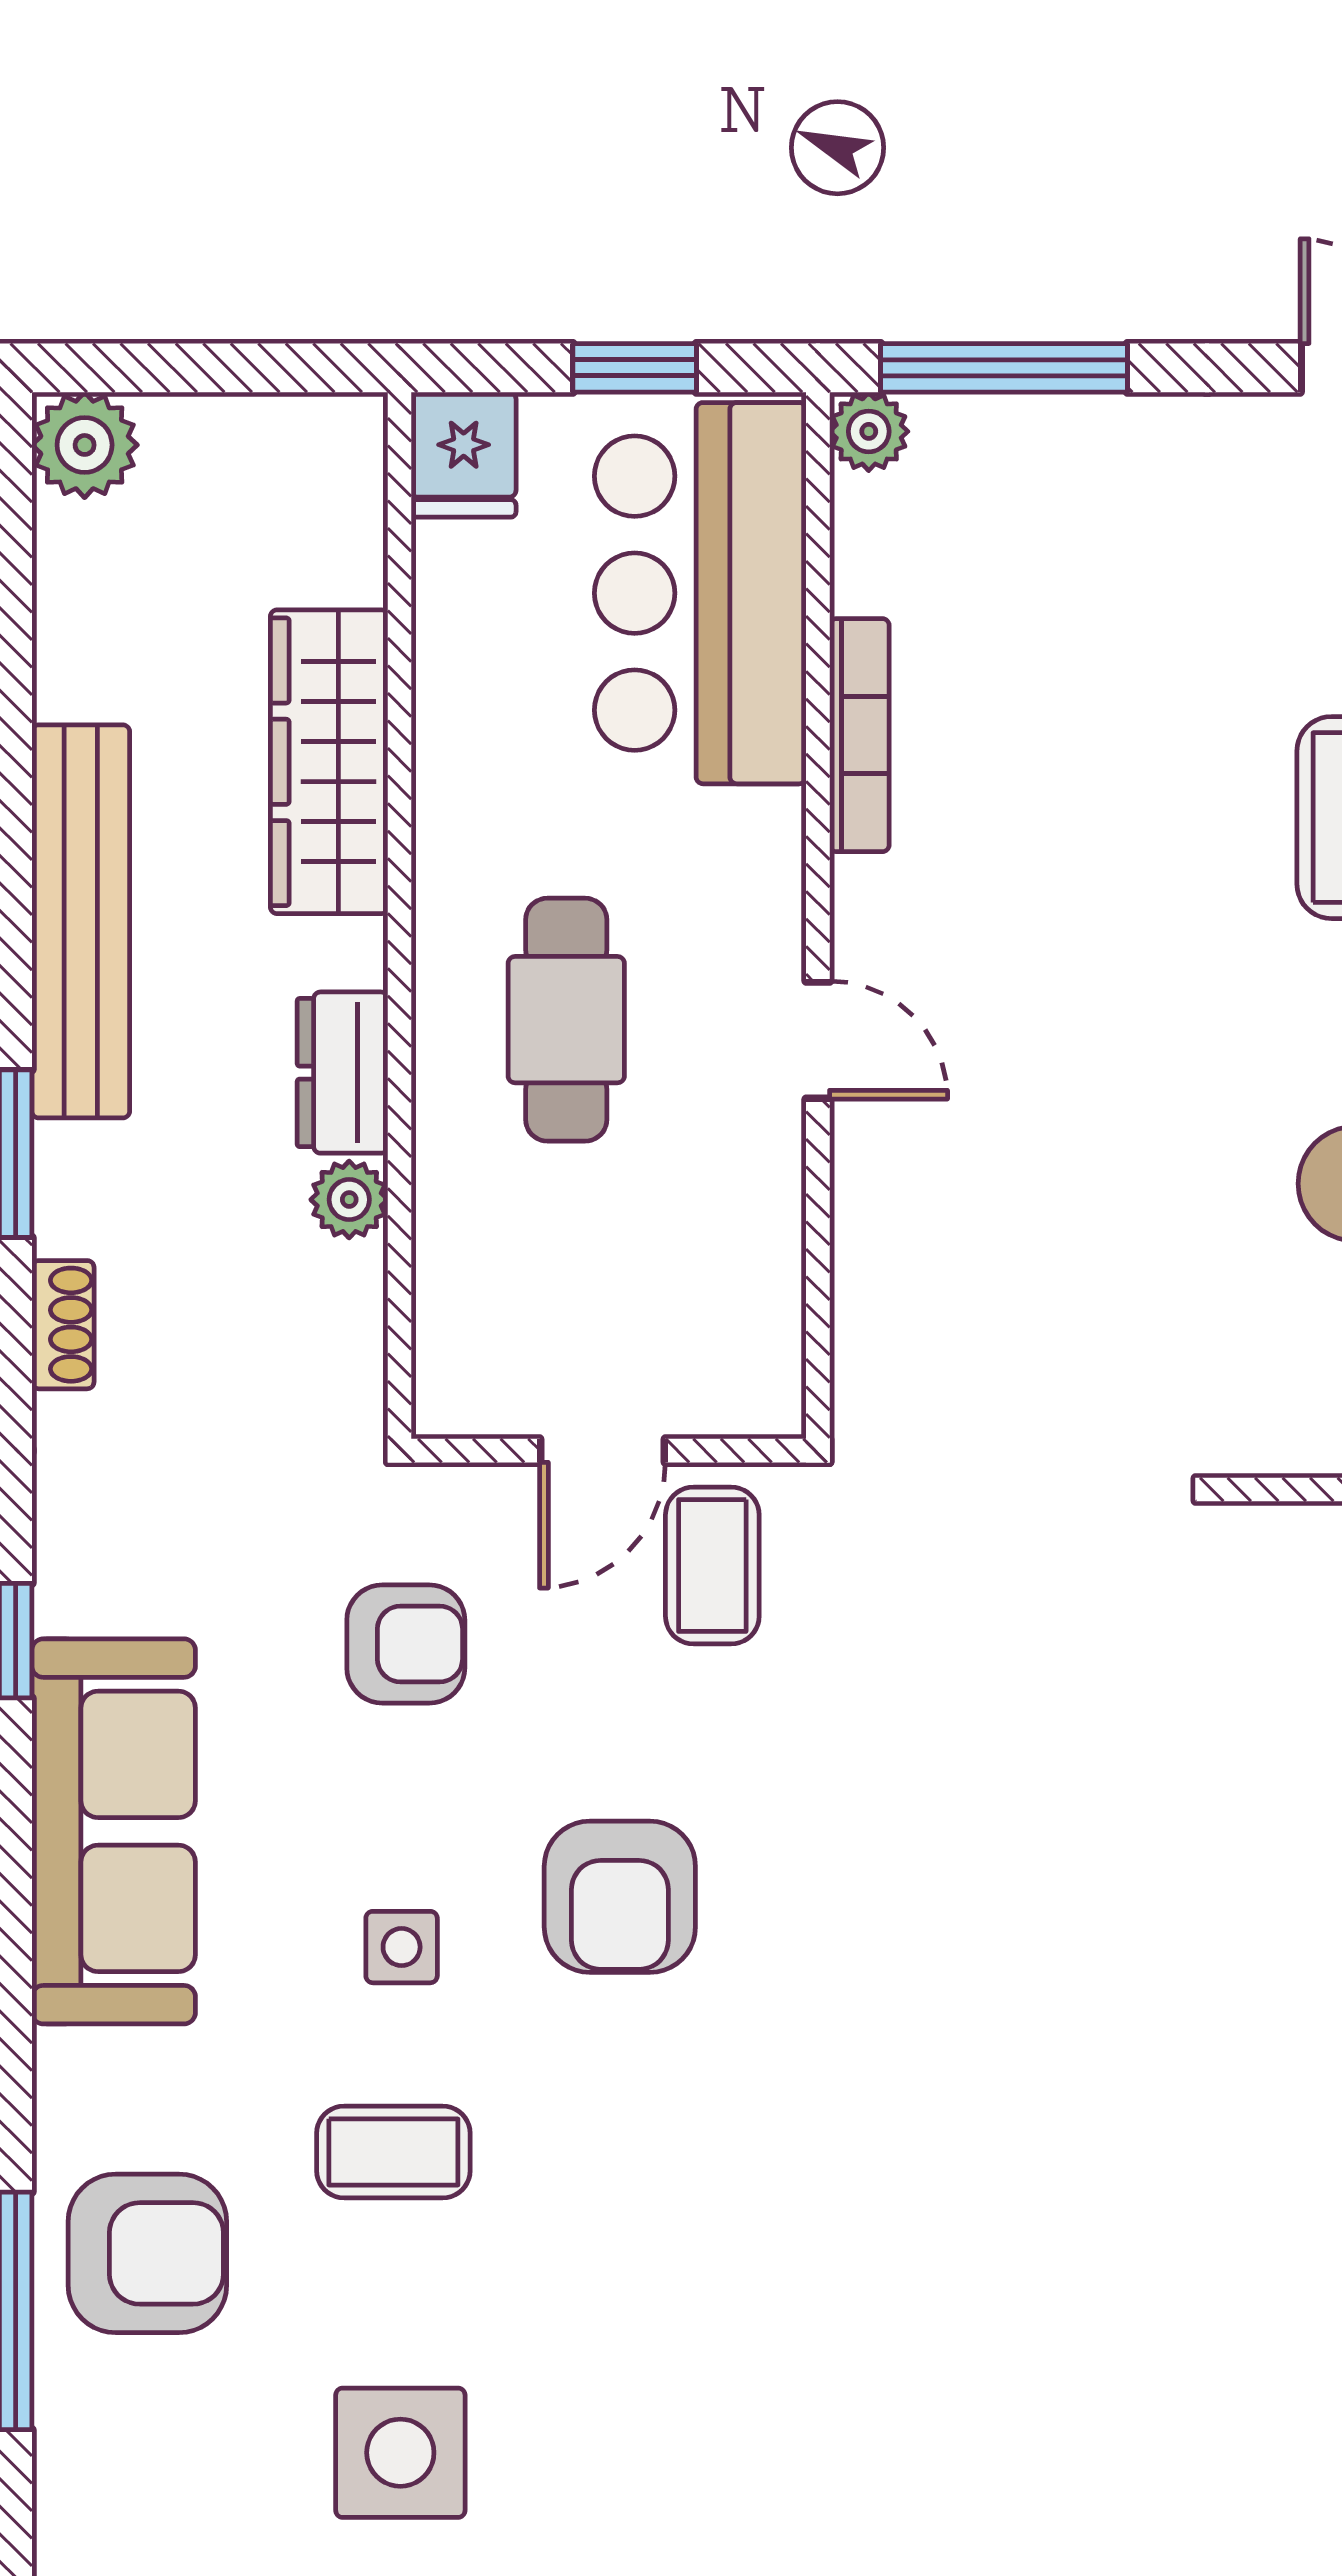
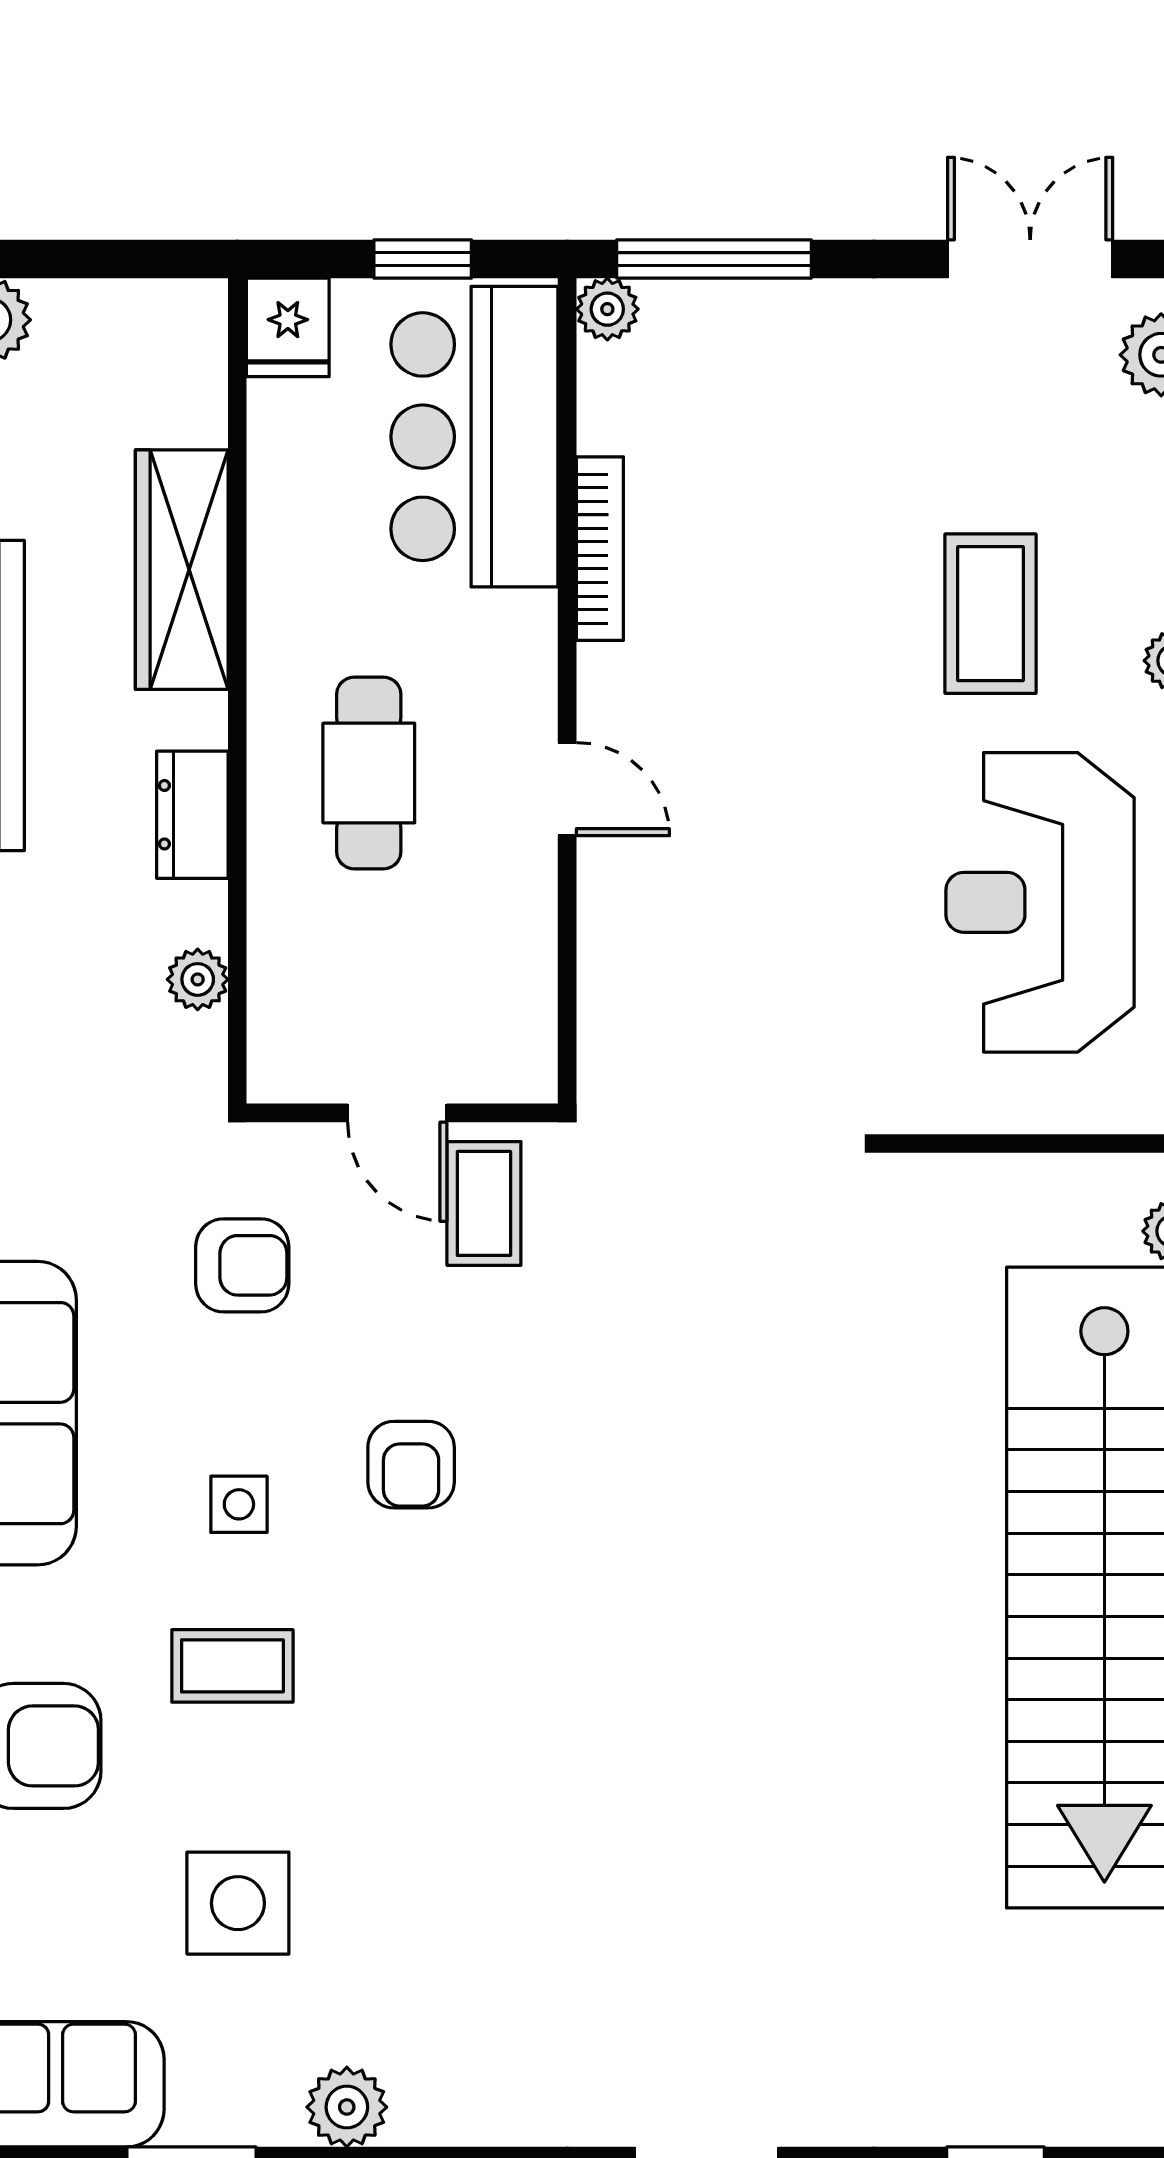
plant: (349, 1200) -> (198, 979), moved
door: (602, 1451) -> (397, 1113), hinge flipped
armchair: (620, 1897) -> (411, 1465), width x0.72, depth x0.72

